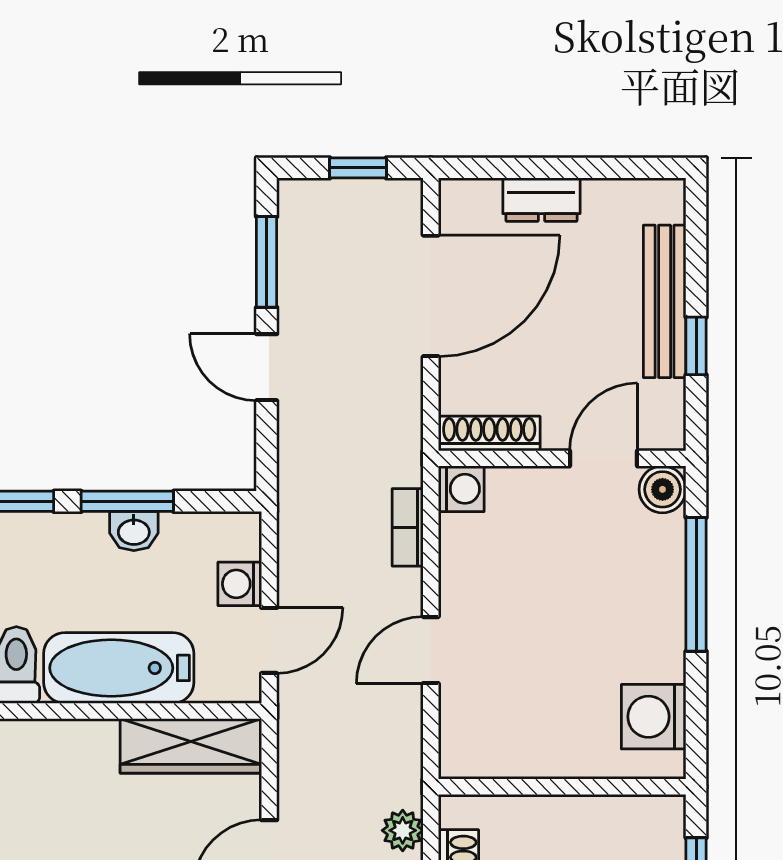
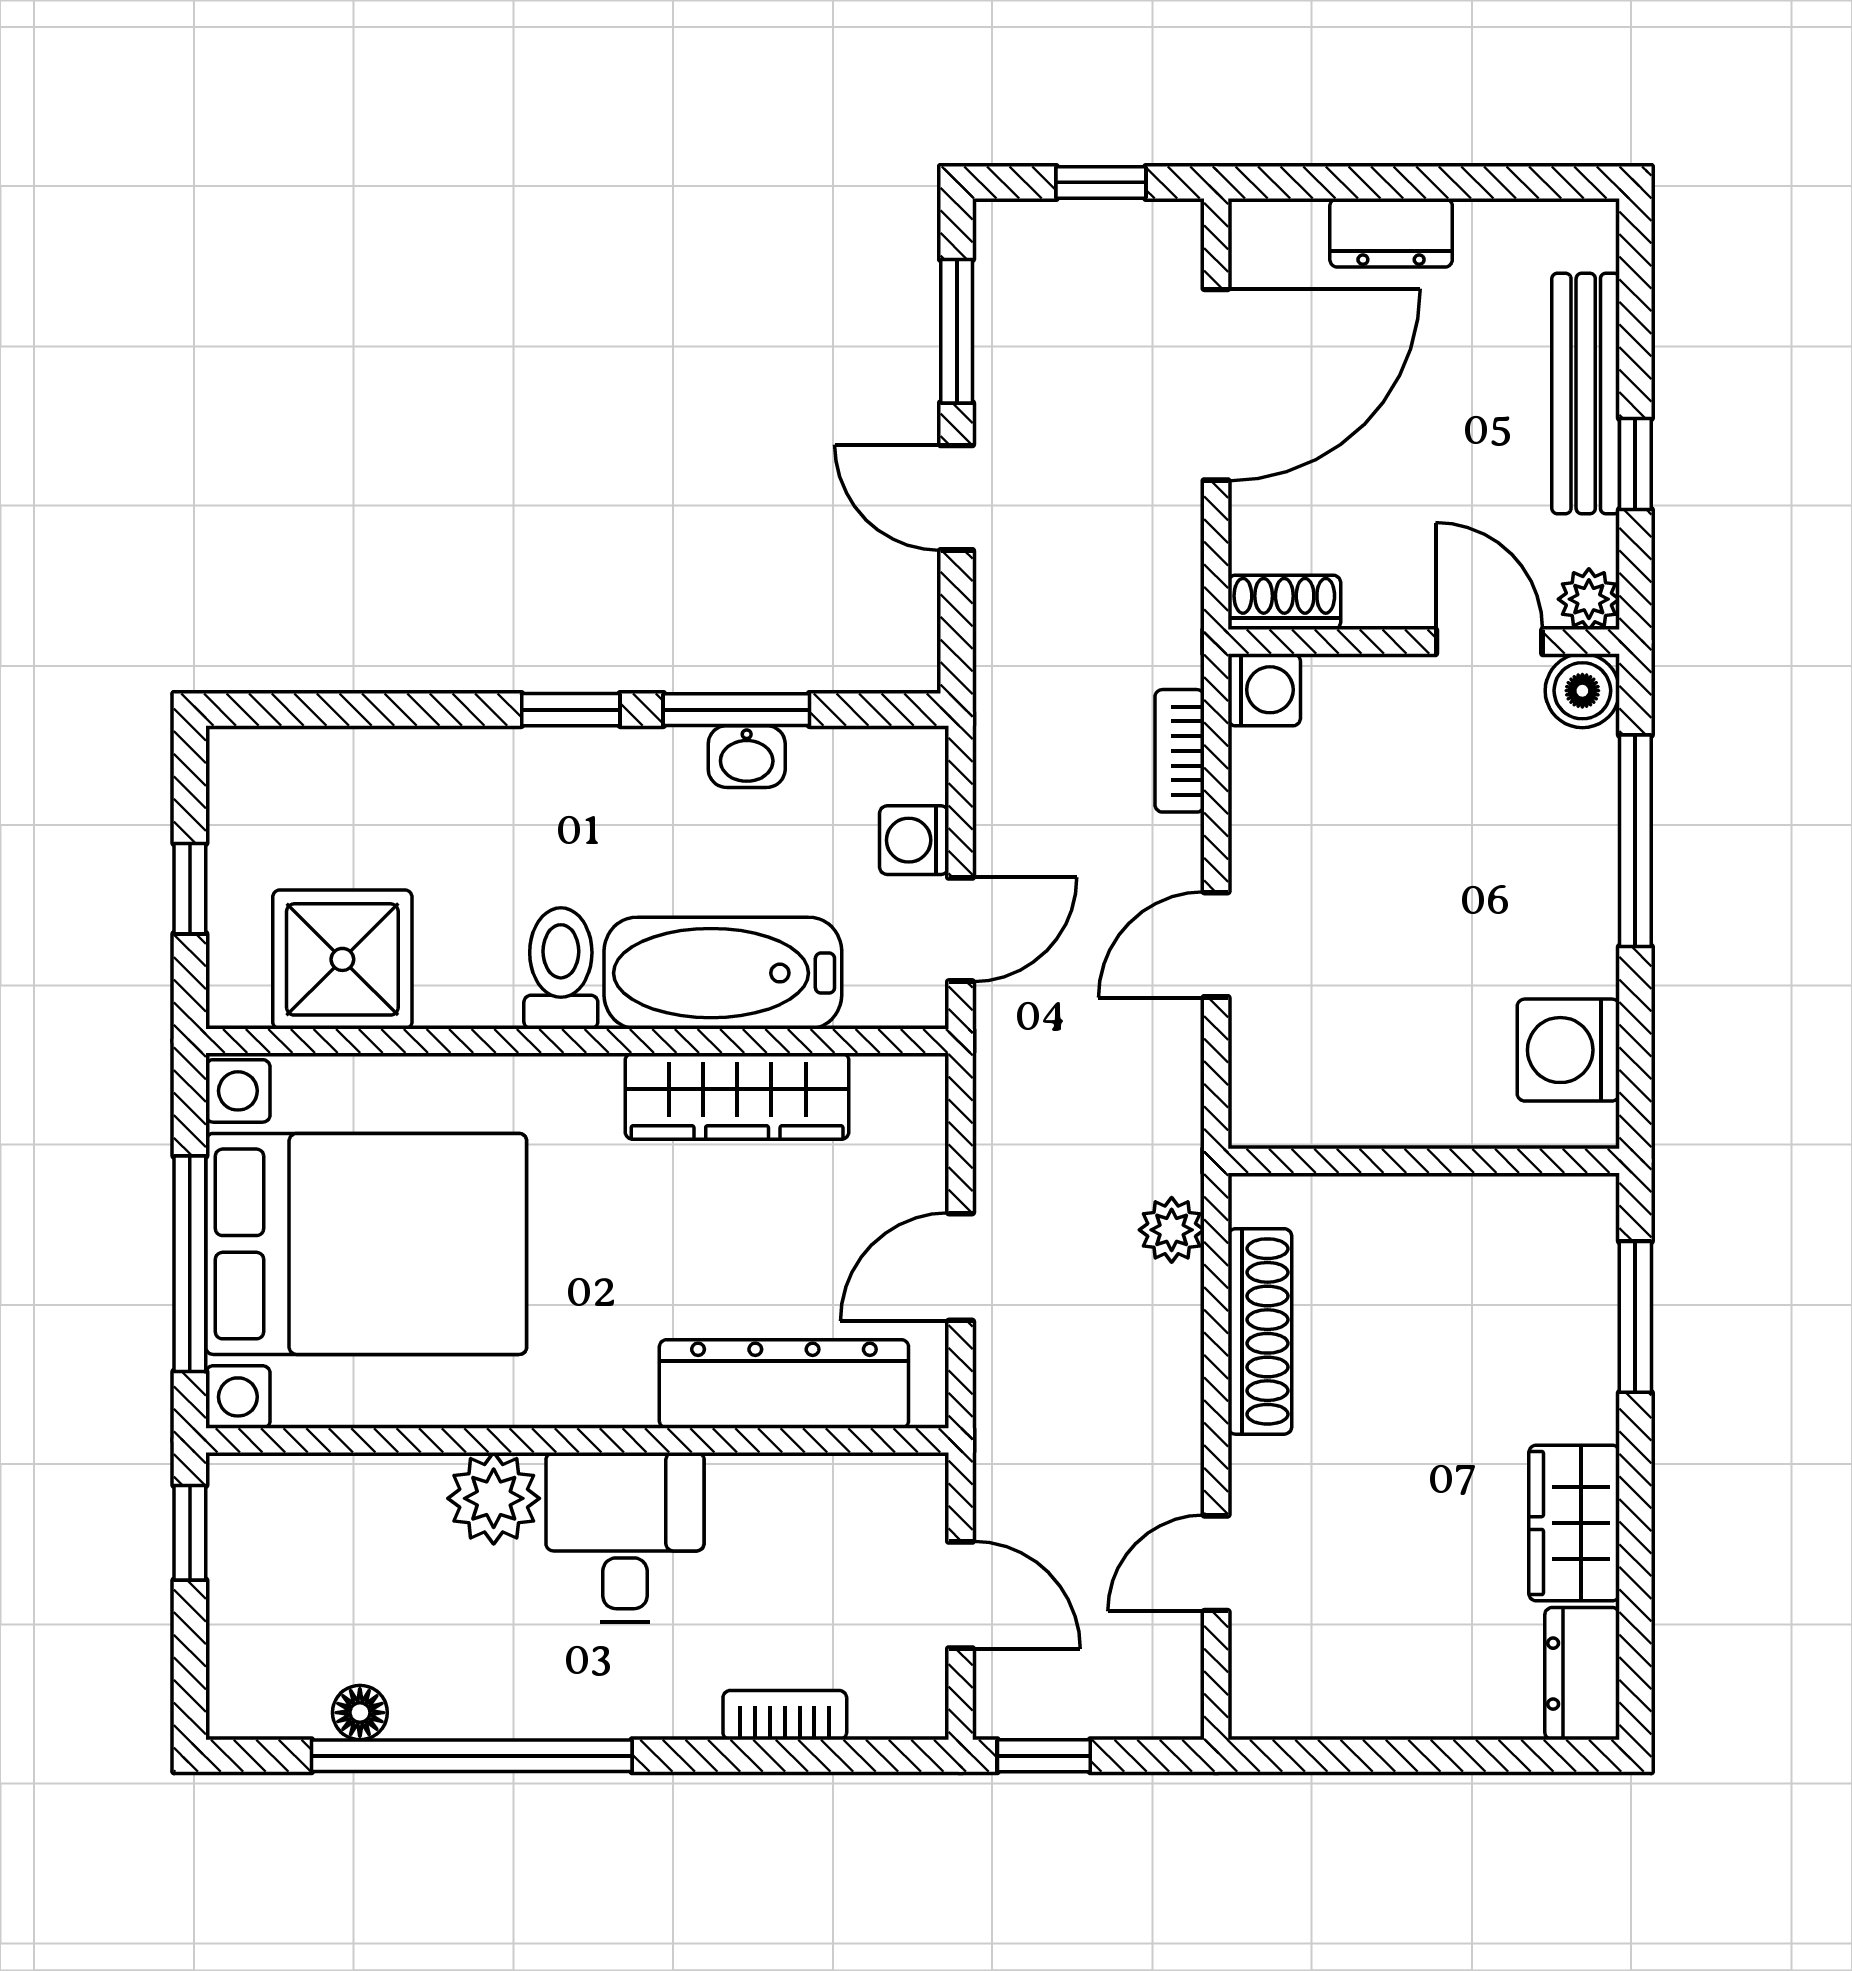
plant: (667, 431) -> (1589, 599), added
shoe rack: (489, 434) -> (1284, 602), width x0.70
door: (604, 458) -> (1489, 642), hinge flipped
wardrobe: (191, 746) -> (737, 1096), moved

